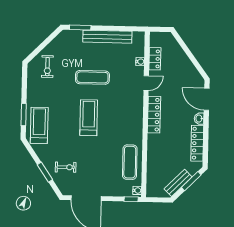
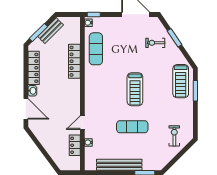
locker: (154, 115) -> (74, 61), moved

